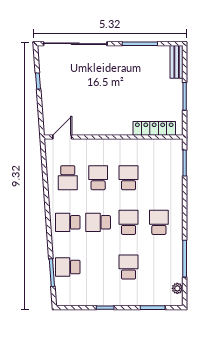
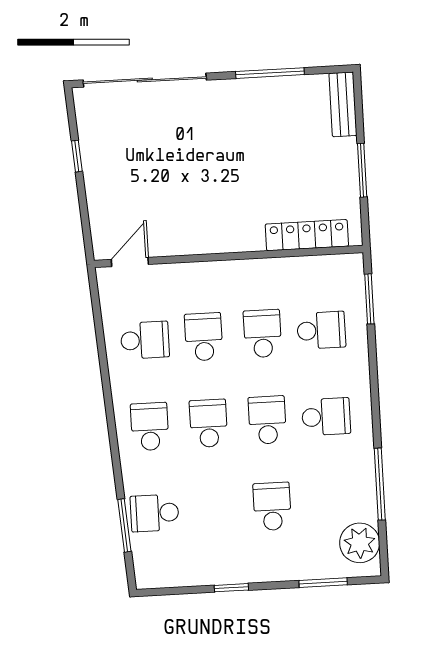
school desk: (68, 178) -> (145, 340), turned -90
school desk: (159, 178) -> (321, 330), added
school desk: (68, 222) -> (150, 427), turned 90
school desk: (98, 222) -> (208, 423), turned 90
school desk: (159, 222) -> (326, 417), turned 90
plant: (177, 288) -> (360, 543), width x1.88, depth x1.88

